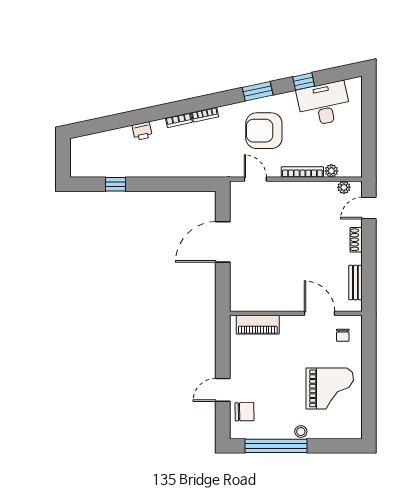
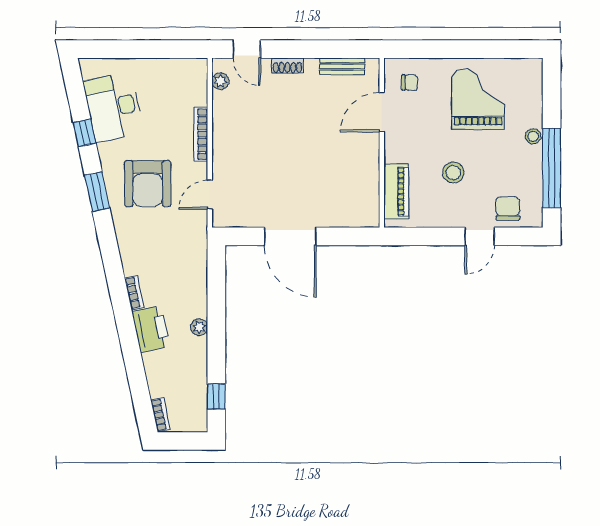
bookcase: (205, 115) -> (160, 415), moved
printer: (142, 131) -> (151, 329), width x1.87, depth x1.48
plant: (331, 171) -> (199, 327), moved
window: (116, 184) -> (216, 397), moved
stool: (272, 369) -> (453, 173), added
door: (223, 390) -> (480, 236), hinge flipped

